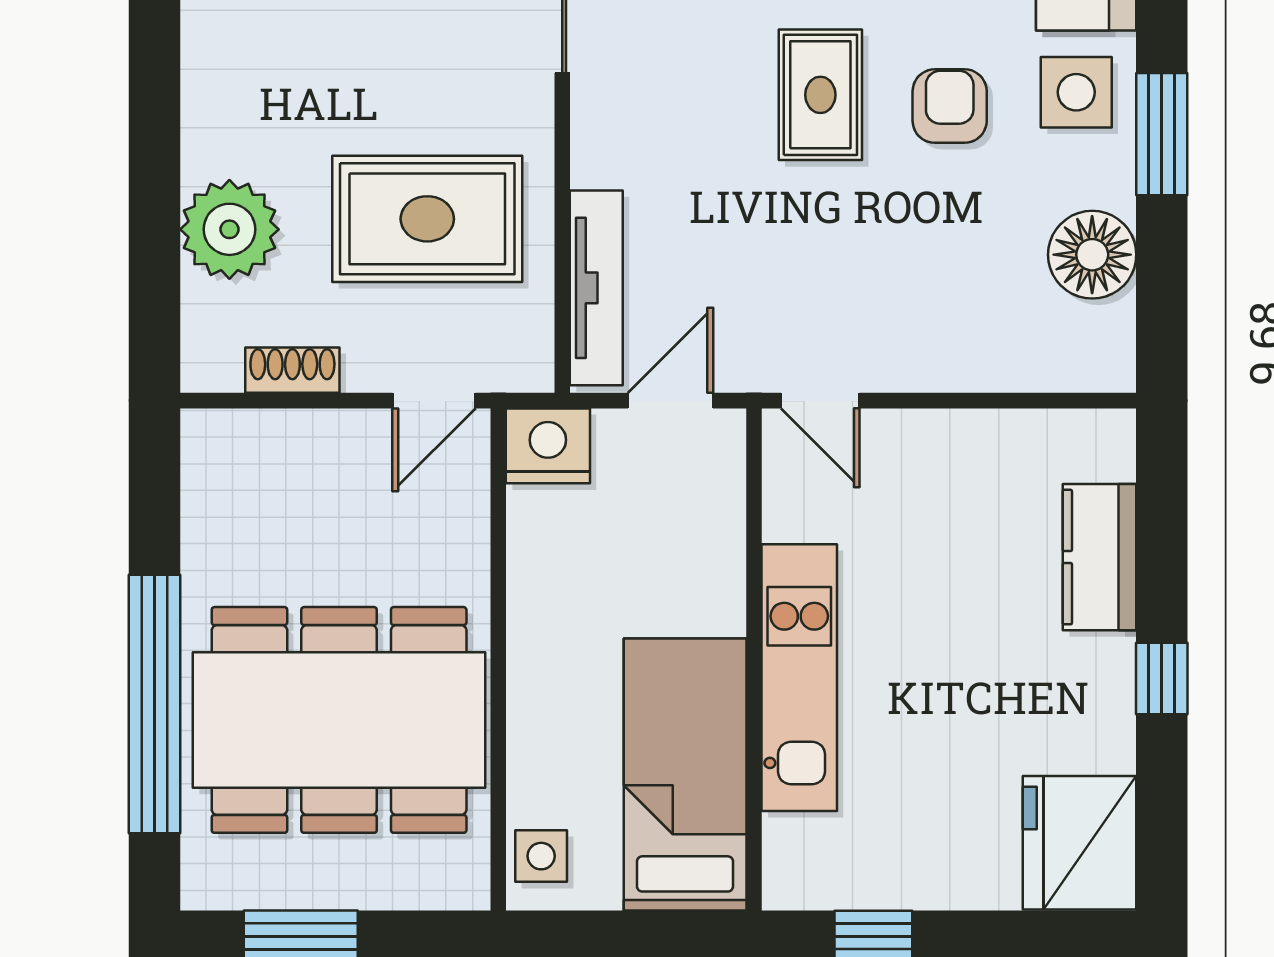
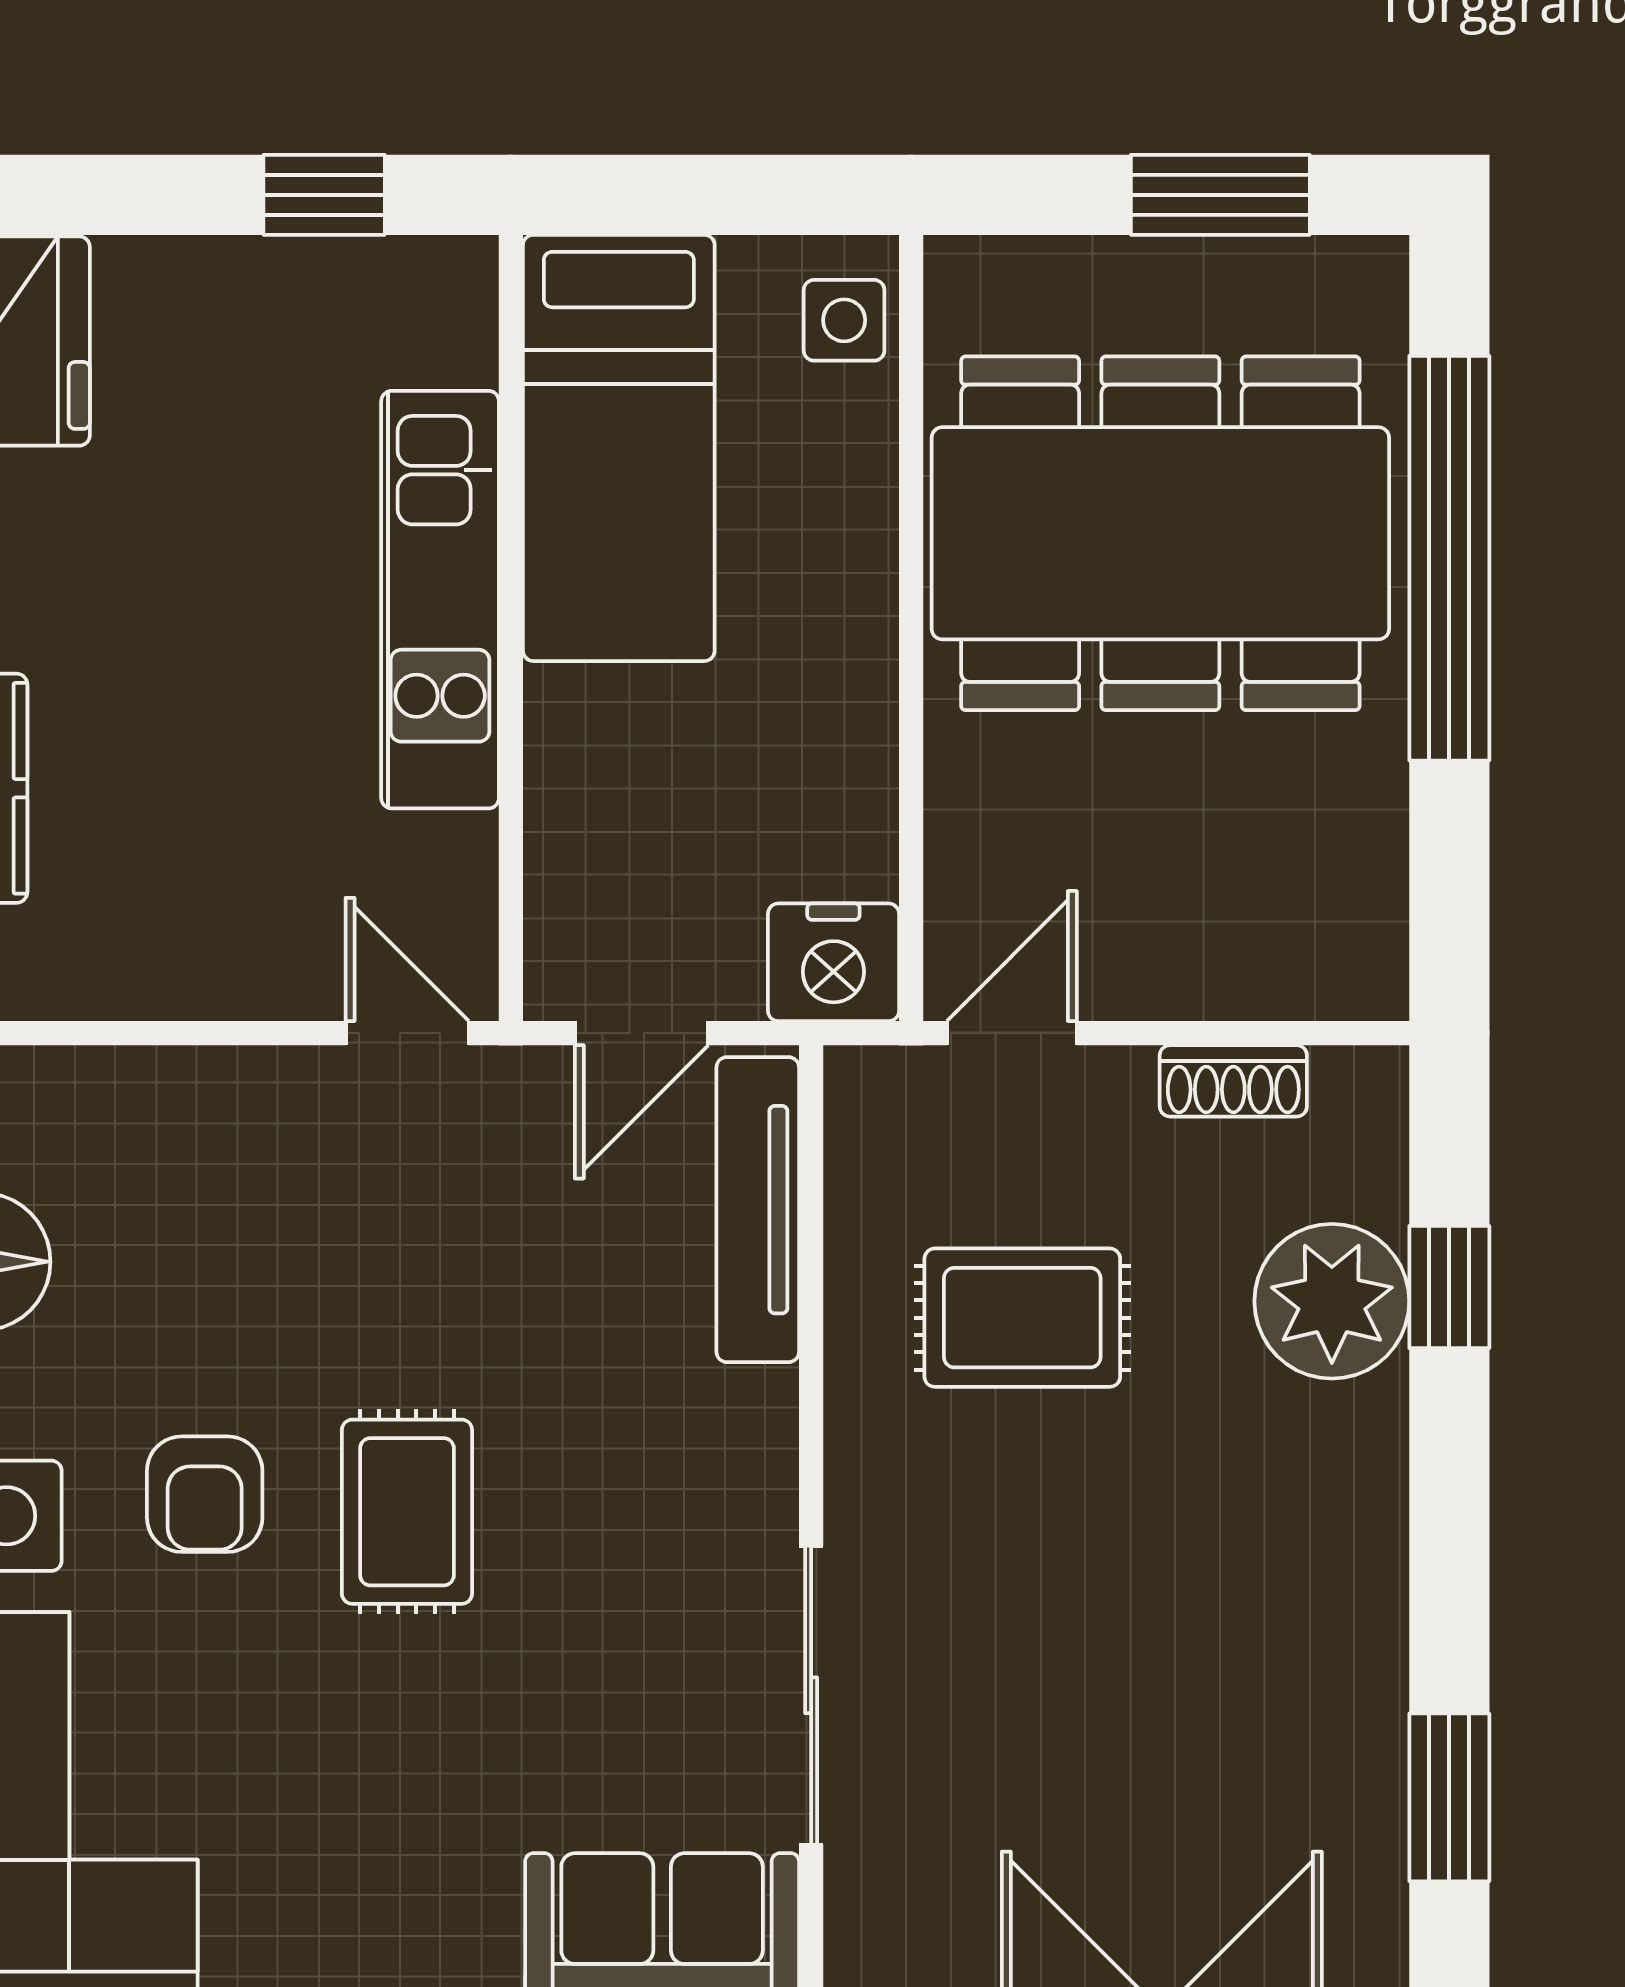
rug: (427, 219) -> (1022, 1318), width x0.73, depth x0.70
window: (154, 238) -> (1449, 1287), added

